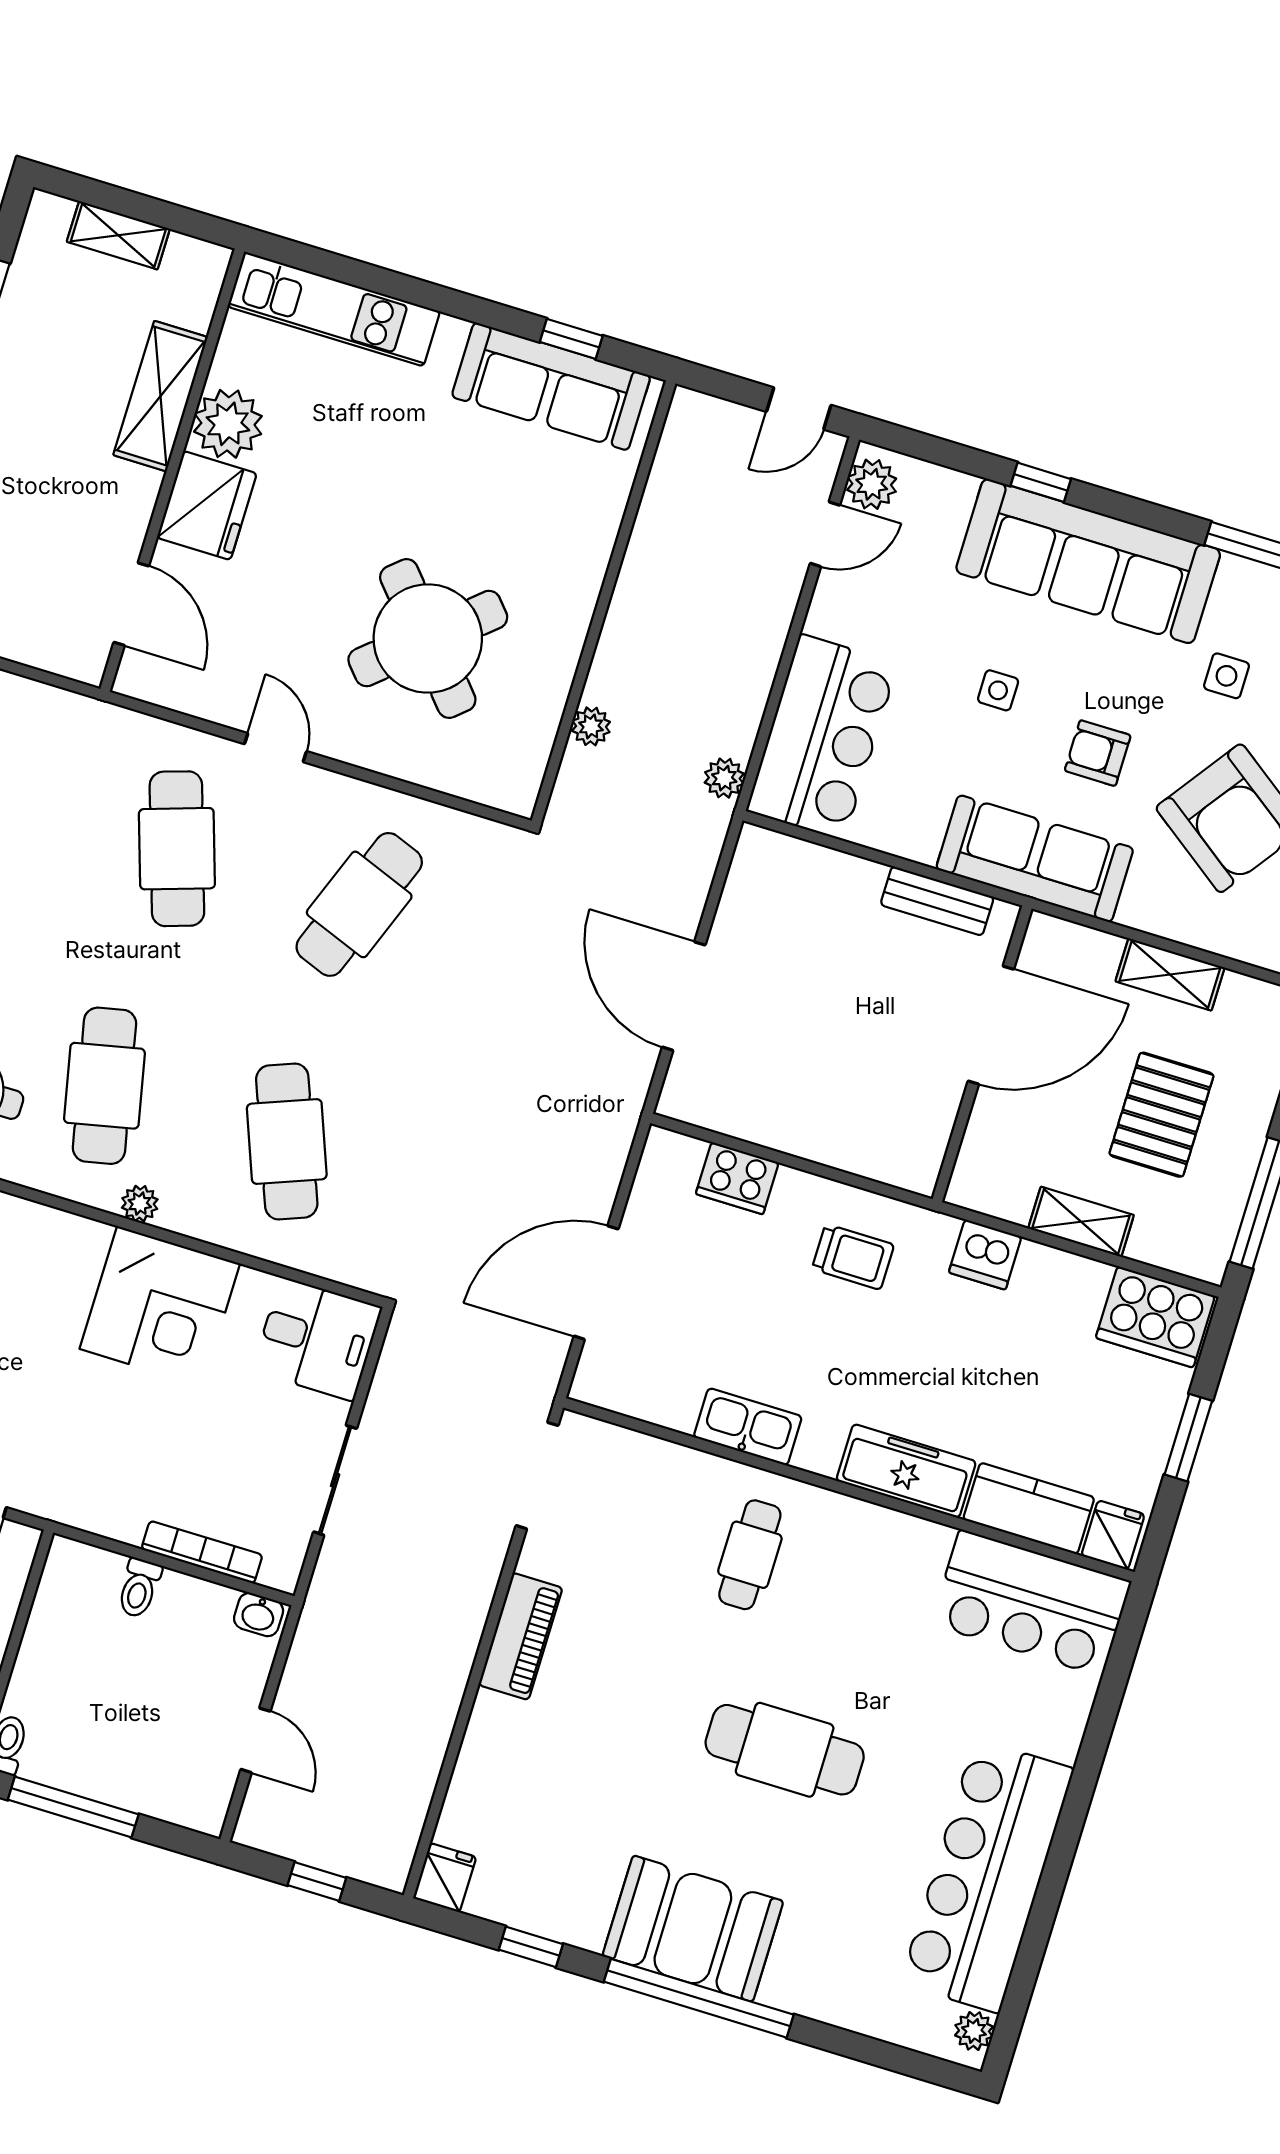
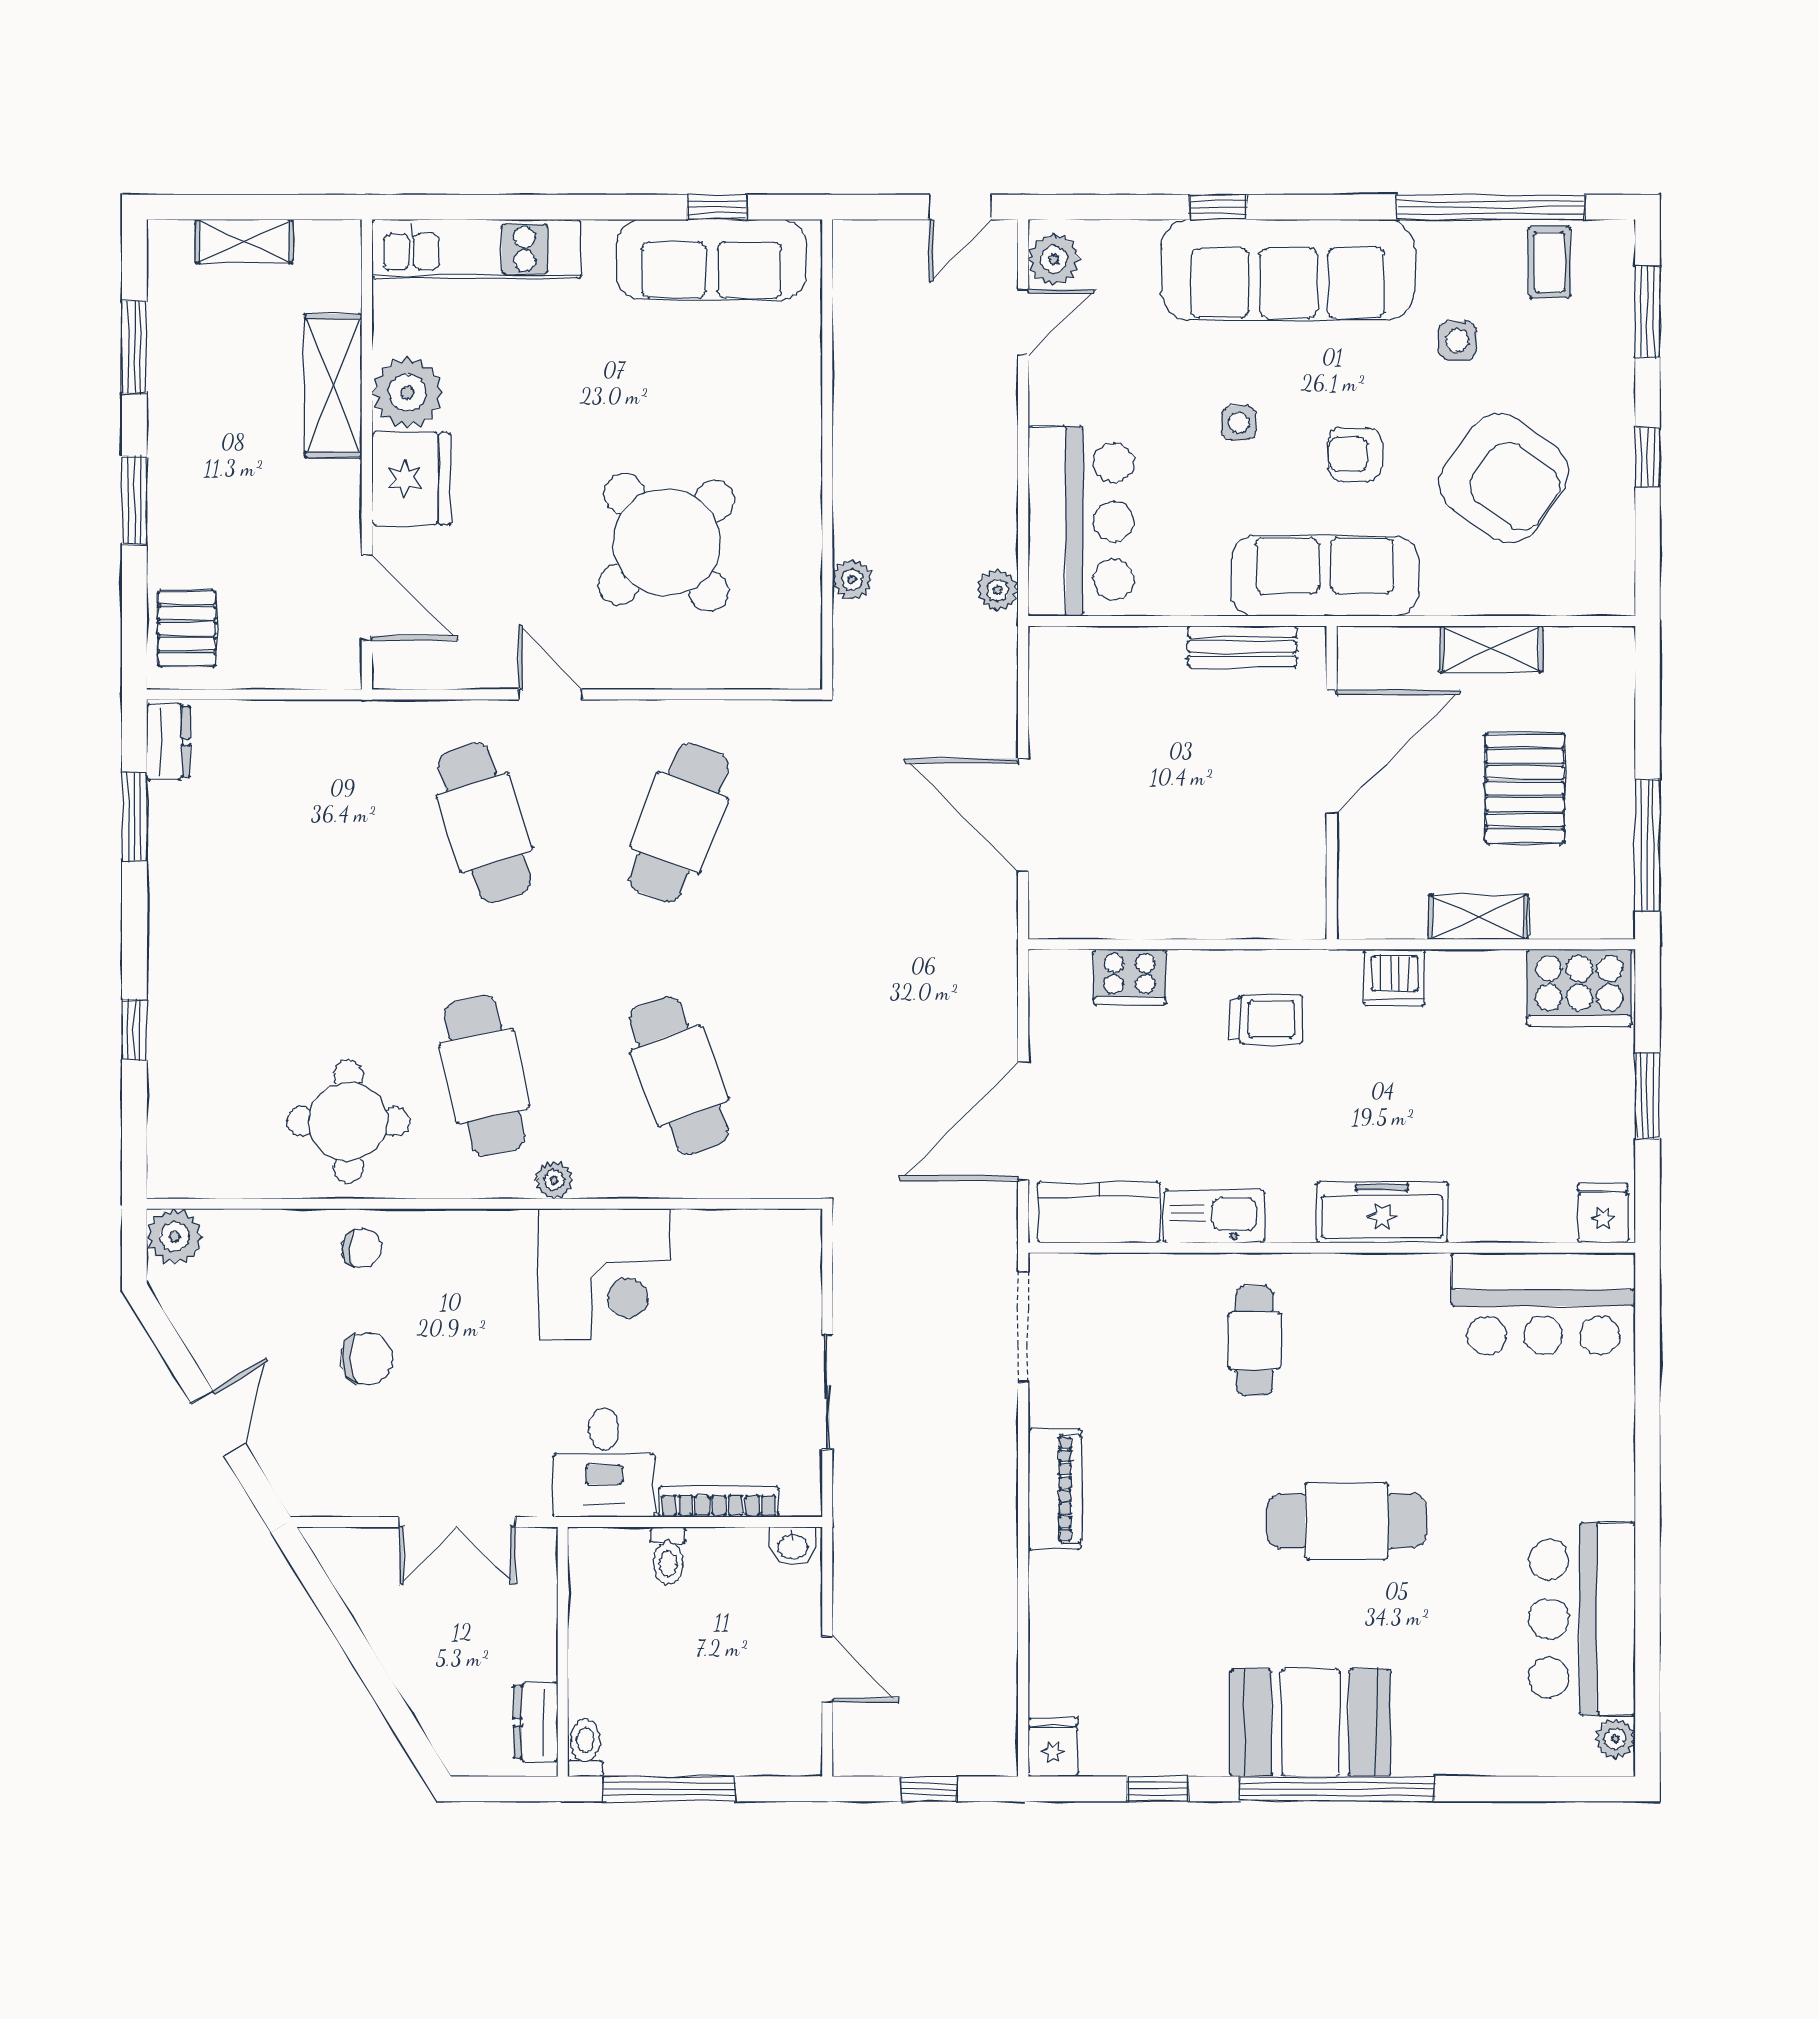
desk: (317, 1339) -> (604, 1462), moved, turned 90
kitchen counter: (1029, 1508) -> (1099, 1212), moved
bar counter: (987, 1876) -> (1582, 1619), width x0.73

